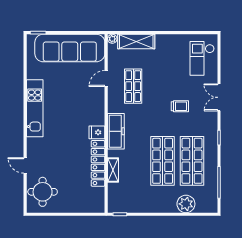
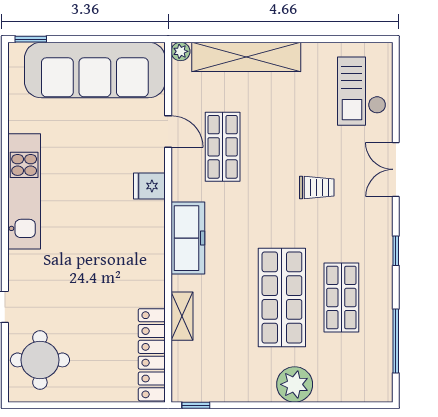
shelving: (136, 42) -> (246, 57), width x1.47
door: (106, 79) -> (168, 132), swing flipped
fridge: (97, 132) -> (149, 186), moved
shop shelf: (192, 161) -> (341, 297), width x0.70, depth x0.74
locker: (98, 163) -> (152, 355), moved
plant: (186, 204) -> (295, 384), moved

